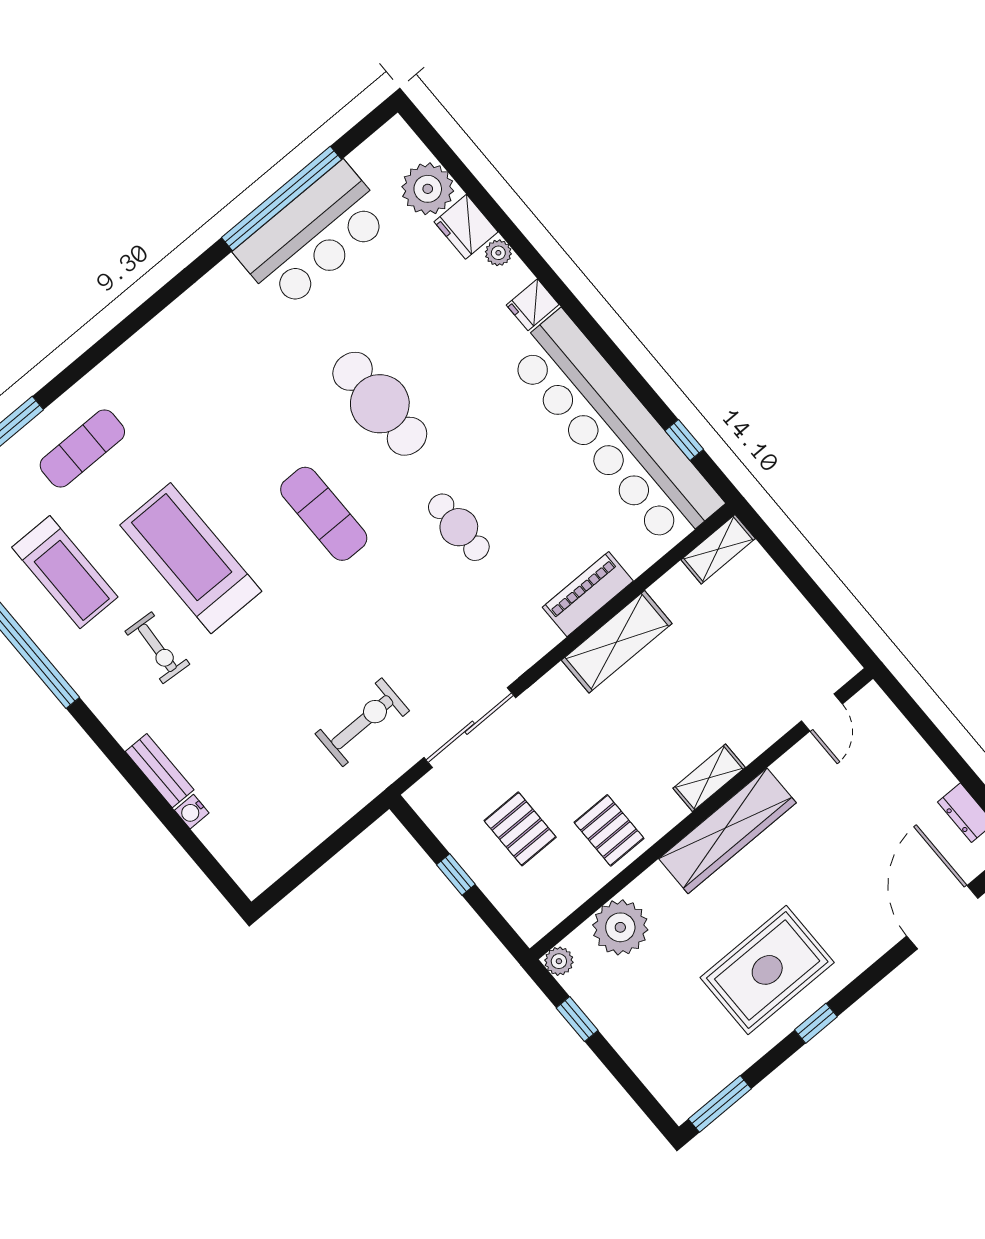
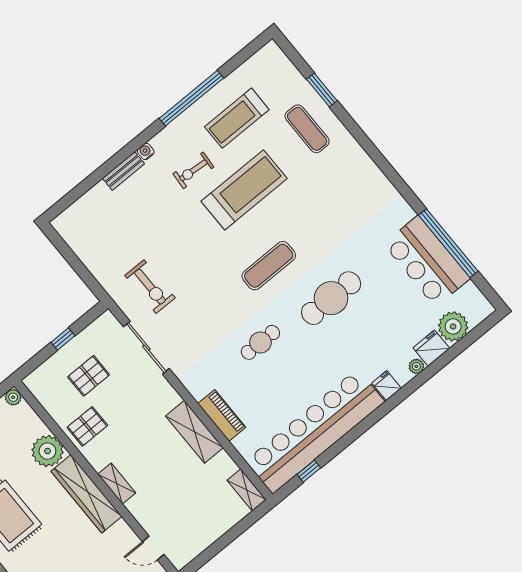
water cooler: (192, 812) -> (146, 152), moved
plant: (620, 927) -> (47, 451), moved

